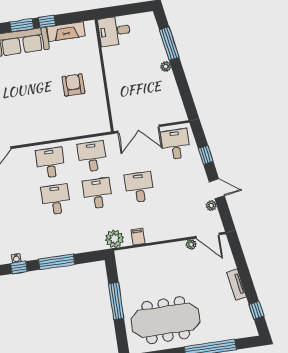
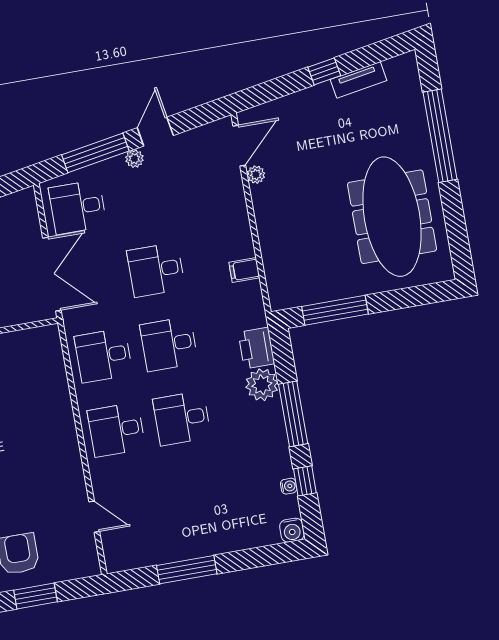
window: (206, 155) -> (95, 153), width x2.17
plant: (211, 206) -> (134, 159), moved
plant: (114, 239) -> (262, 385), moved
printer: (94, 242) -> (256, 348), added
tv unit: (237, 285) -> (358, 80), moved
window: (116, 301) -> (335, 310), moved
window: (256, 310) -> (324, 71), moved

